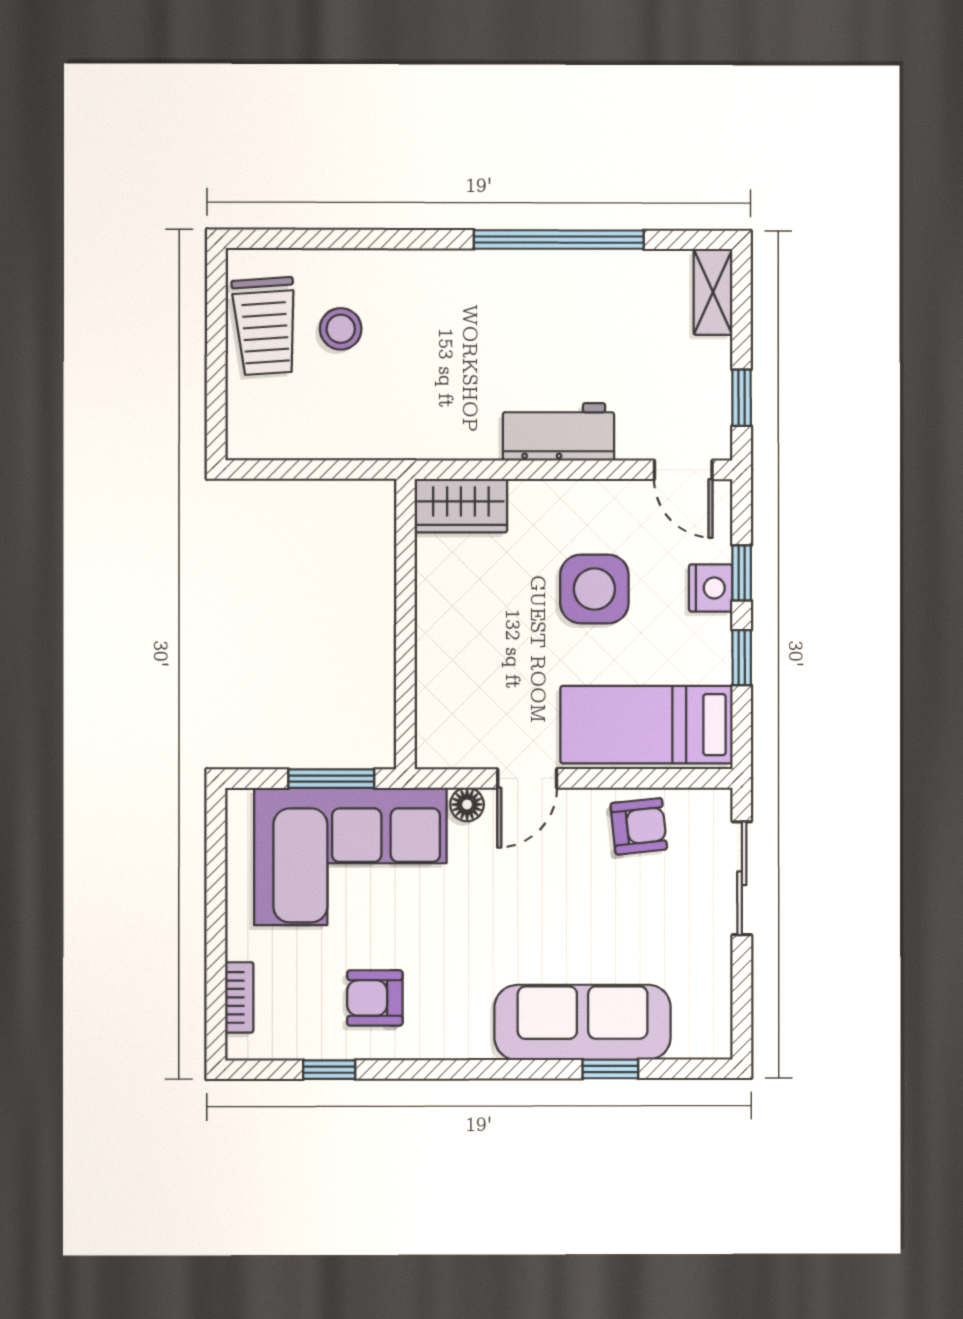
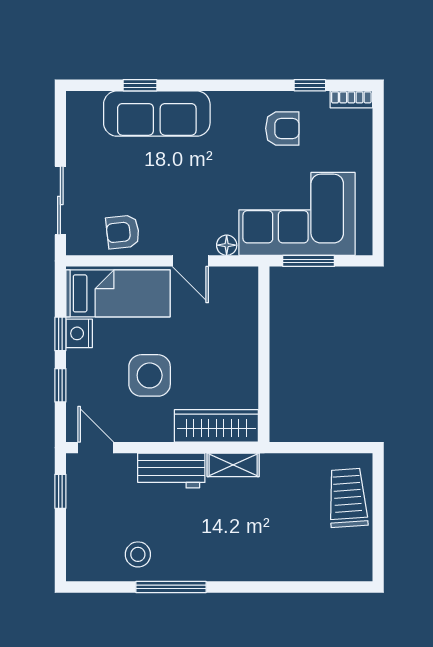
window: (559, 240) -> (171, 587), width x0.68
shelving: (713, 292) -> (233, 465), moved, turned 90
trolley: (265, 326) -> (348, 498), moved
stool: (341, 329) -> (138, 554), moved
wardrobe: (461, 506) -> (216, 426), width x1.50
nightstand: (711, 588) -> (79, 333), moved
door: (527, 778) -> (190, 261), swing flipped
bookcase: (239, 997) -> (351, 99), moved, turned -90

